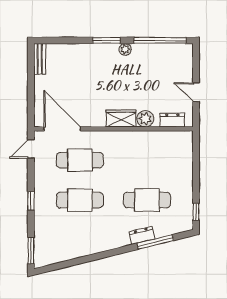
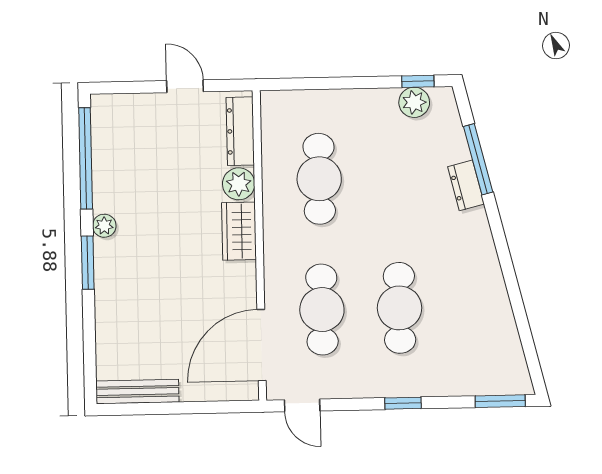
bench: (40, 59) -> (137, 392), width x1.36
door: (196, 92) -> (185, 86), swing flipped
dresser: (172, 120) -> (240, 131), width x1.44
cafe table: (147, 200) -> (319, 179), moved
plant: (185, 210) -> (414, 102), added

